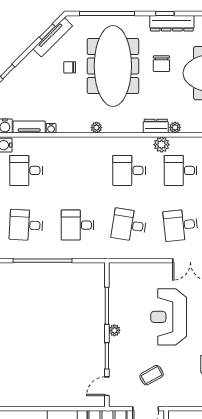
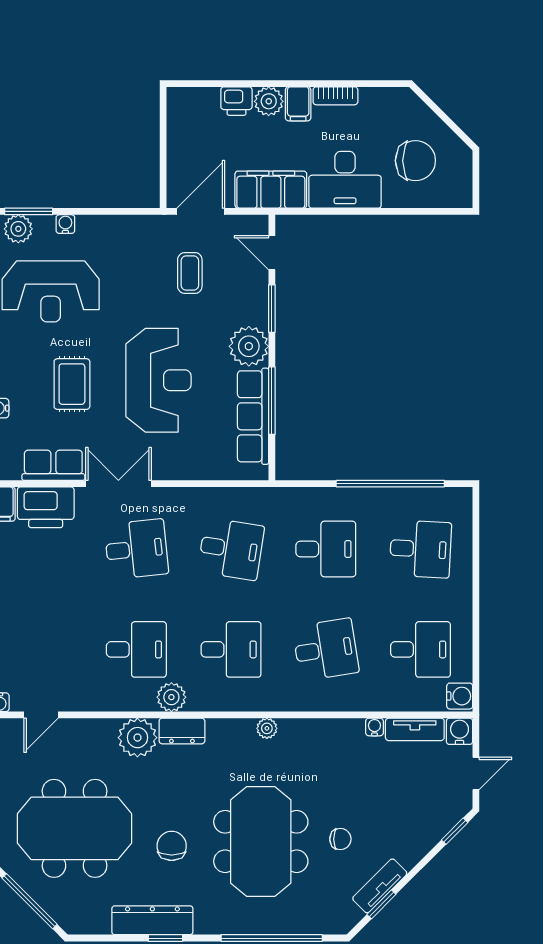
tv unit: (53, 37) -> (380, 886), width x0.71
meeting table: (113, 66) -> (261, 842), width x0.73
plant: (175, 127) -> (137, 738), width x1.87, depth x1.87
plant: (96, 128) -> (267, 728), moved
desk: (78, 170) -> (326, 649), added
row of seats: (117, 297) -> (253, 416), added
plant: (114, 330) -> (249, 346), width x1.88, depth x1.88
coffee table: (152, 375) -> (190, 273), turned -61
door: (107, 386) -> (272, 253), swing flipped

